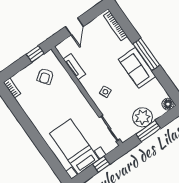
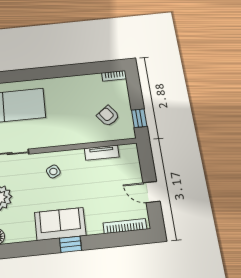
door: (74, 26) -> (151, 192), moved
window: (146, 54) -> (70, 244), width x0.46

